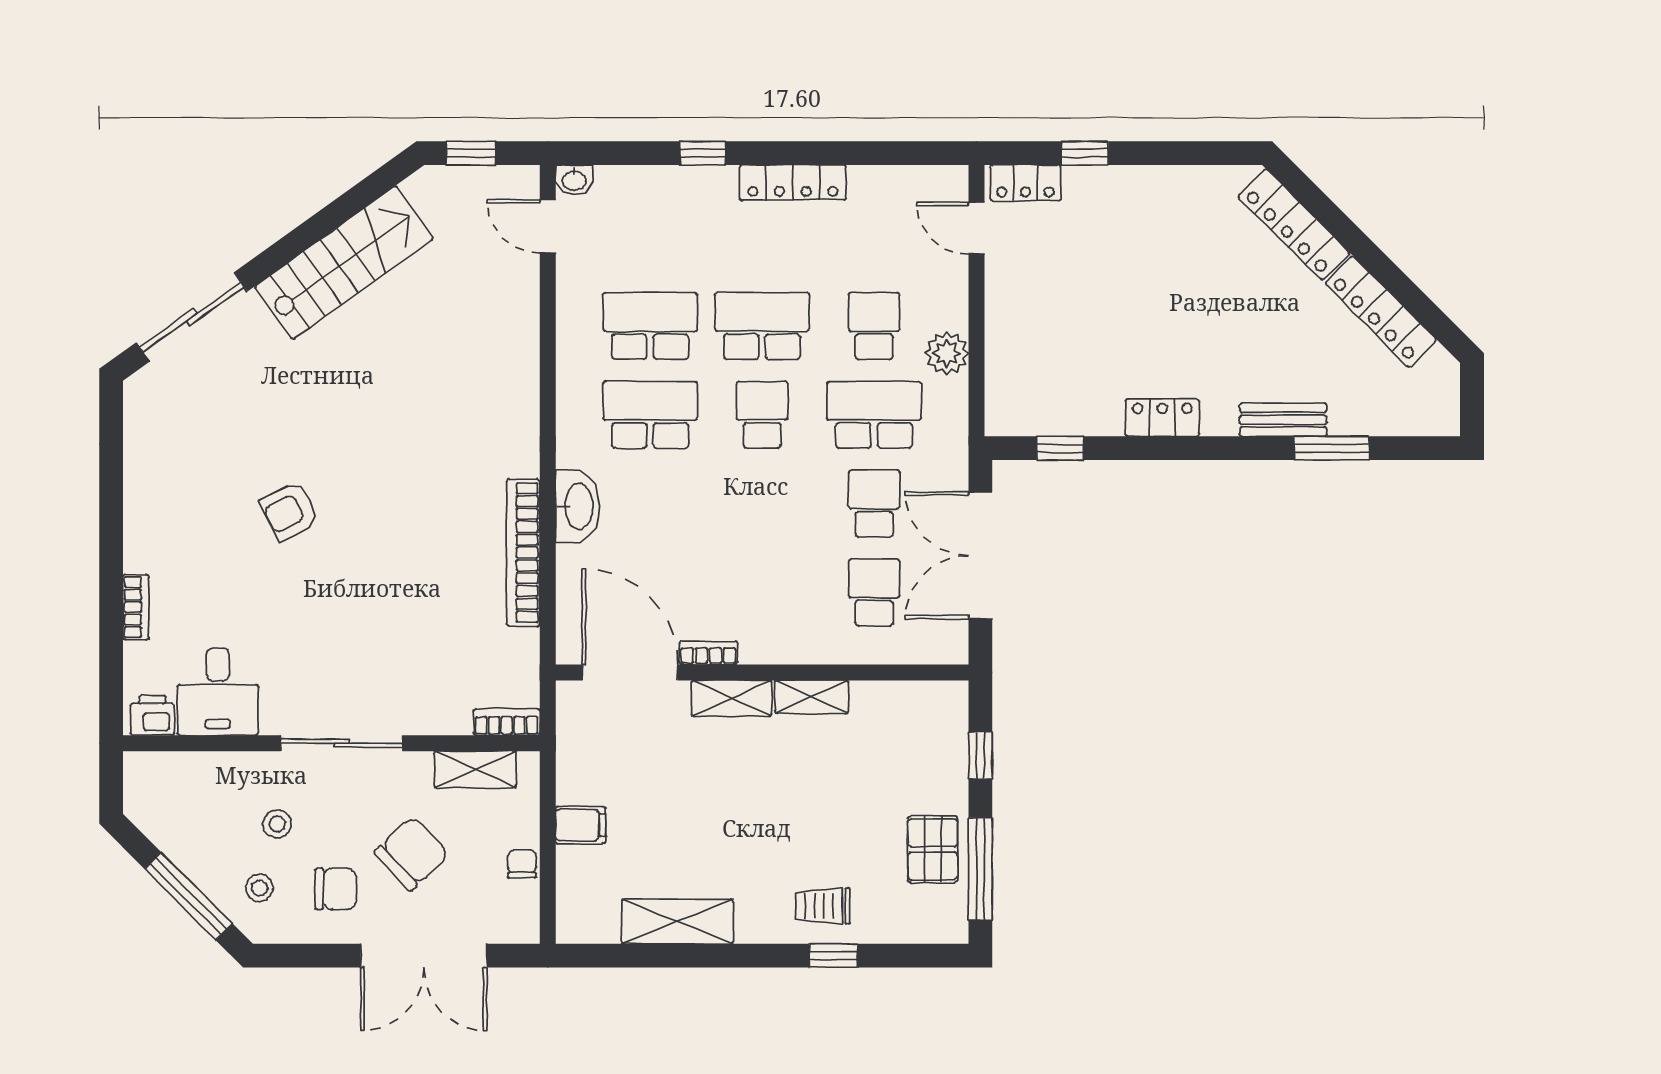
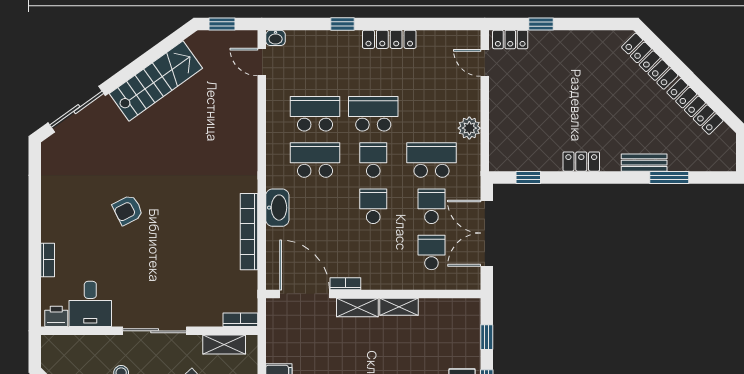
school desk: (874, 326) -> (373, 206), moved

